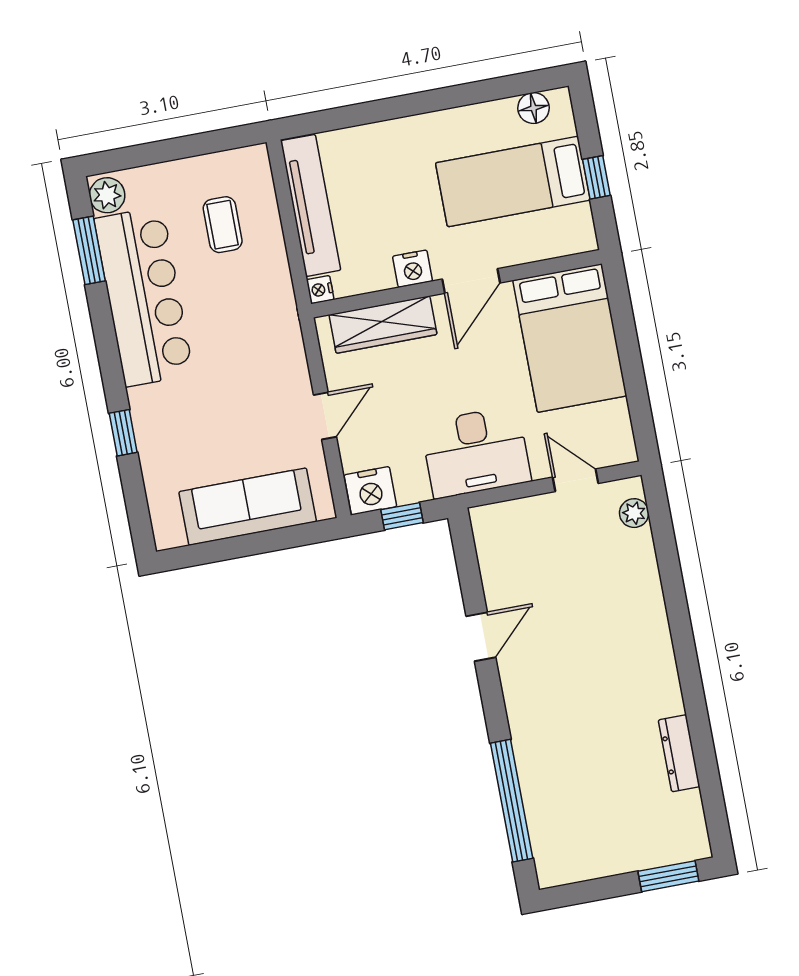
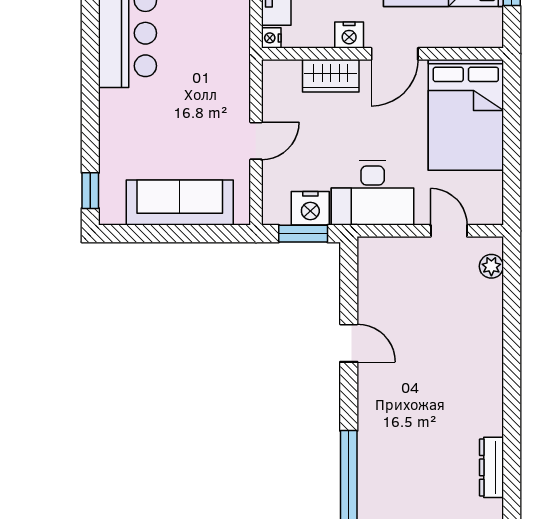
wardrobe: (383, 325) -> (331, 76), width x0.67
window: (123, 433) -> (90, 191), moved
nightstand: (370, 491) -> (310, 208), moved
window: (402, 516) -> (303, 234), width x1.50
door: (481, 637) -> (349, 343), hinge flipped

